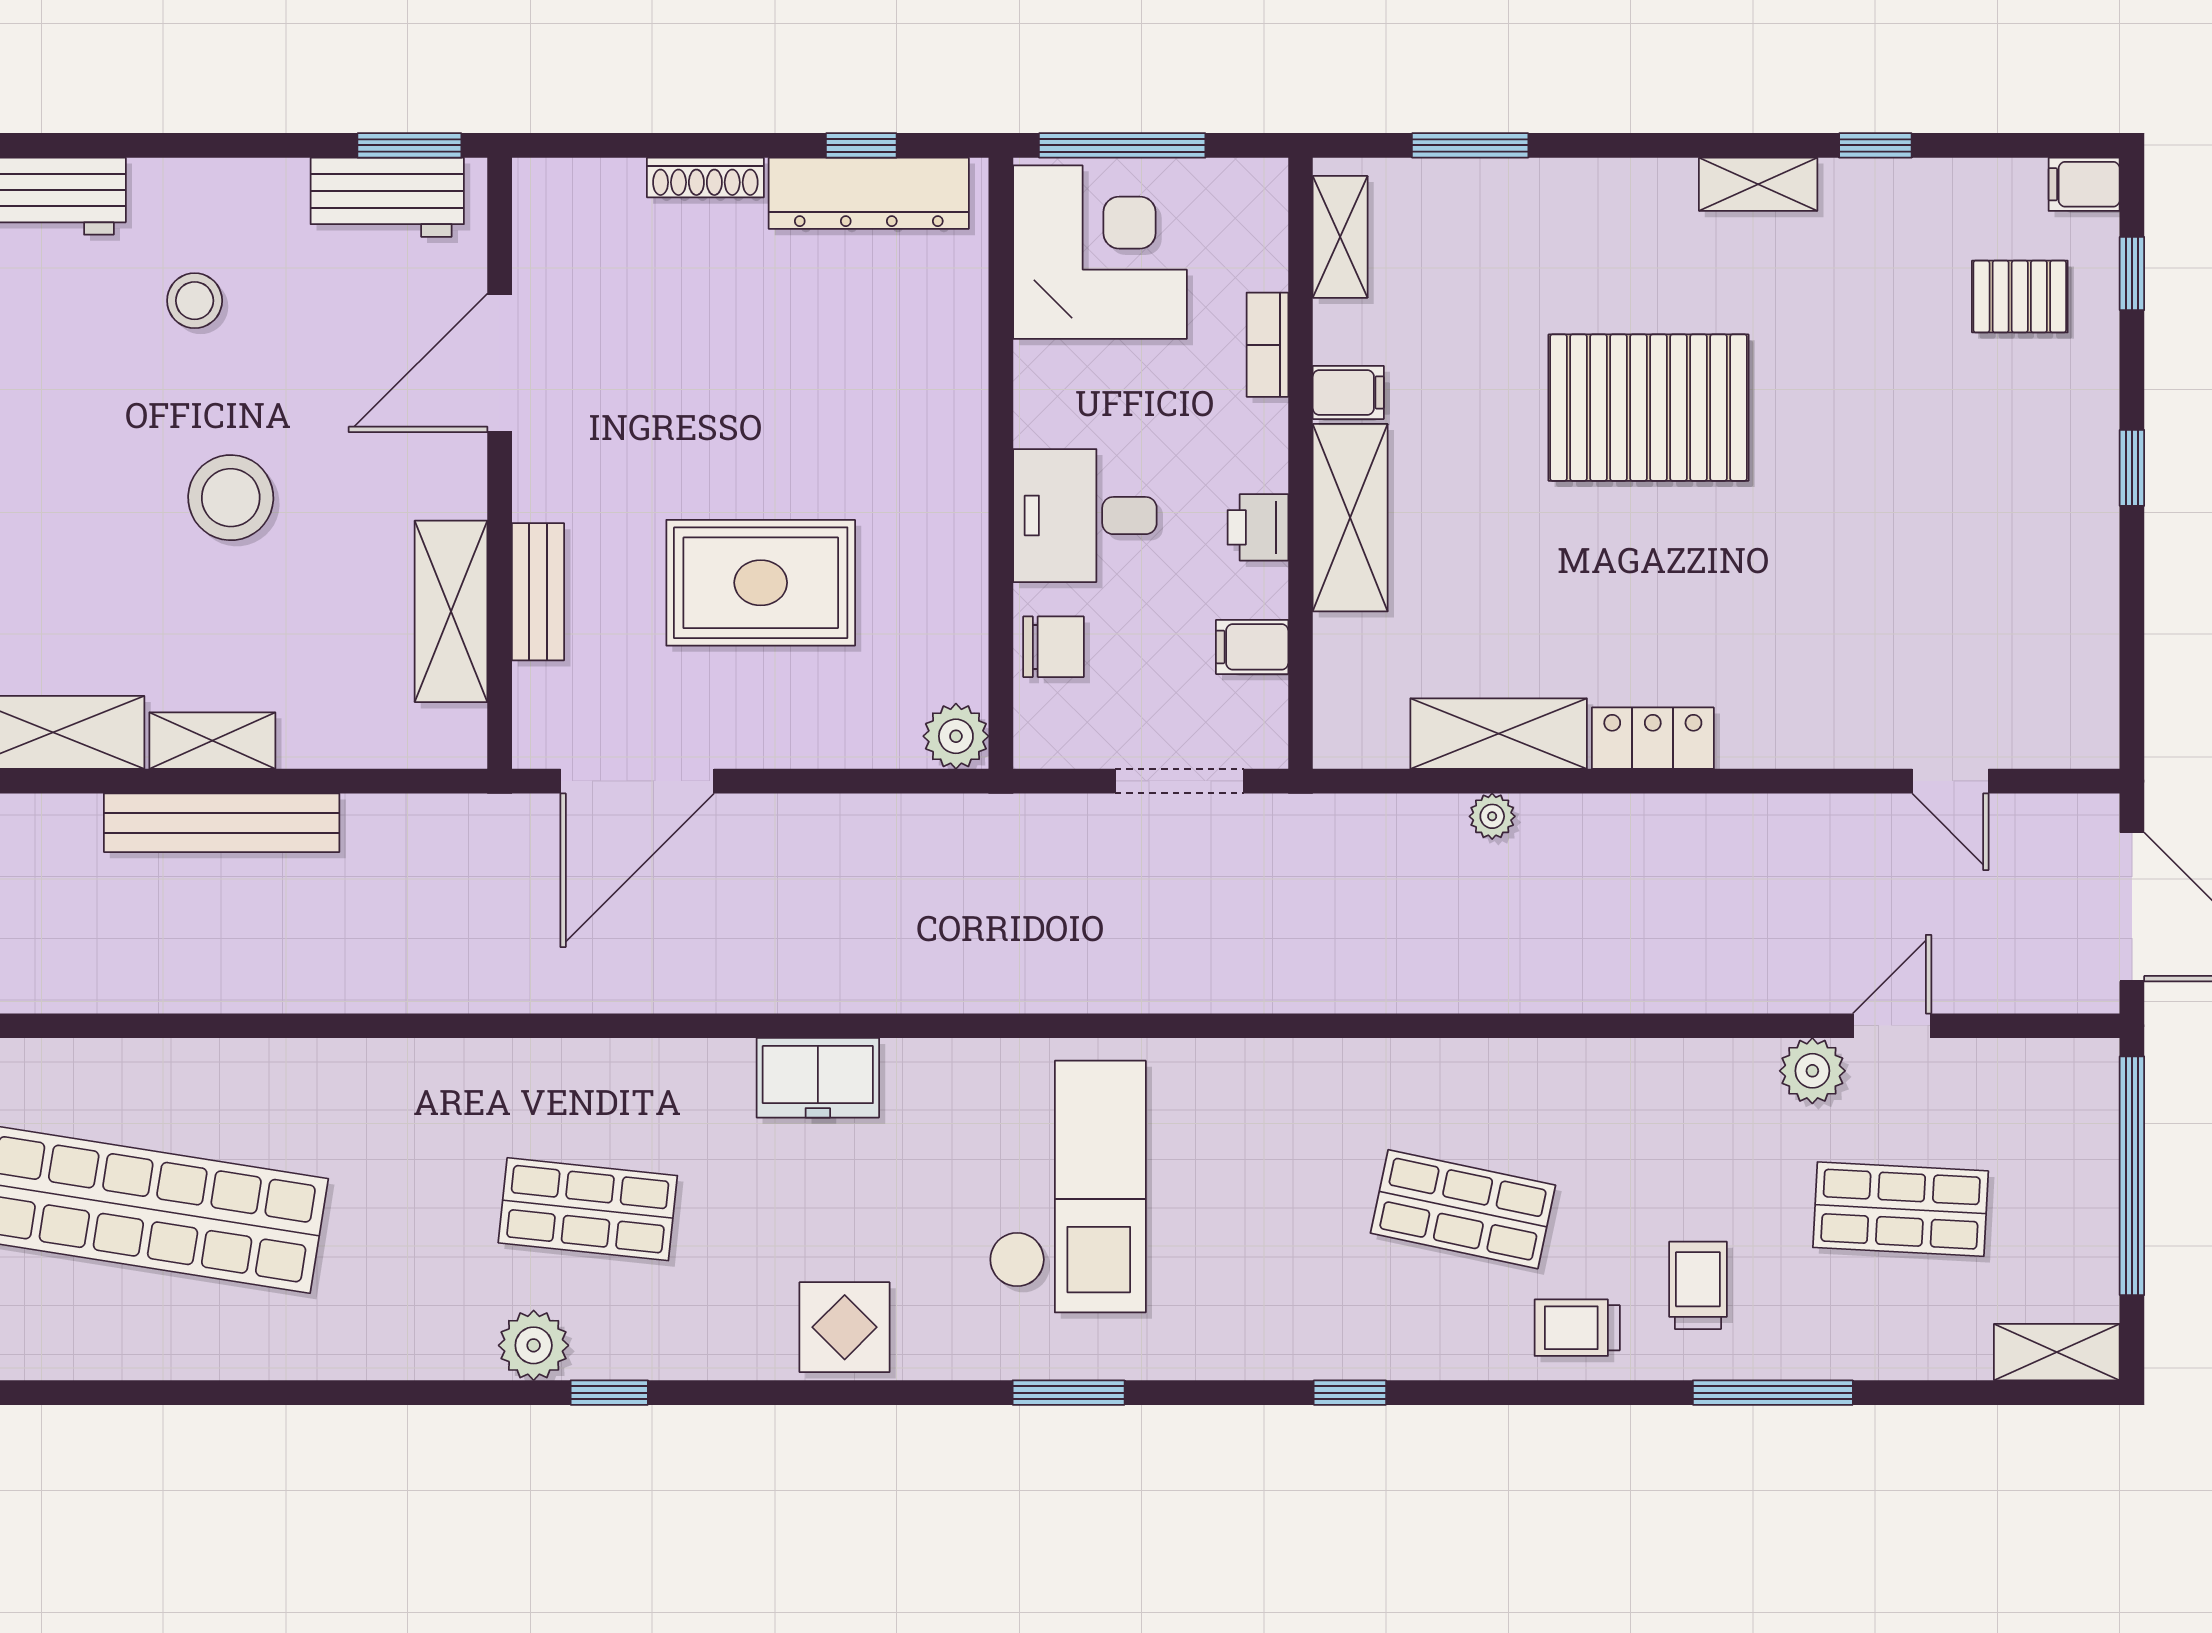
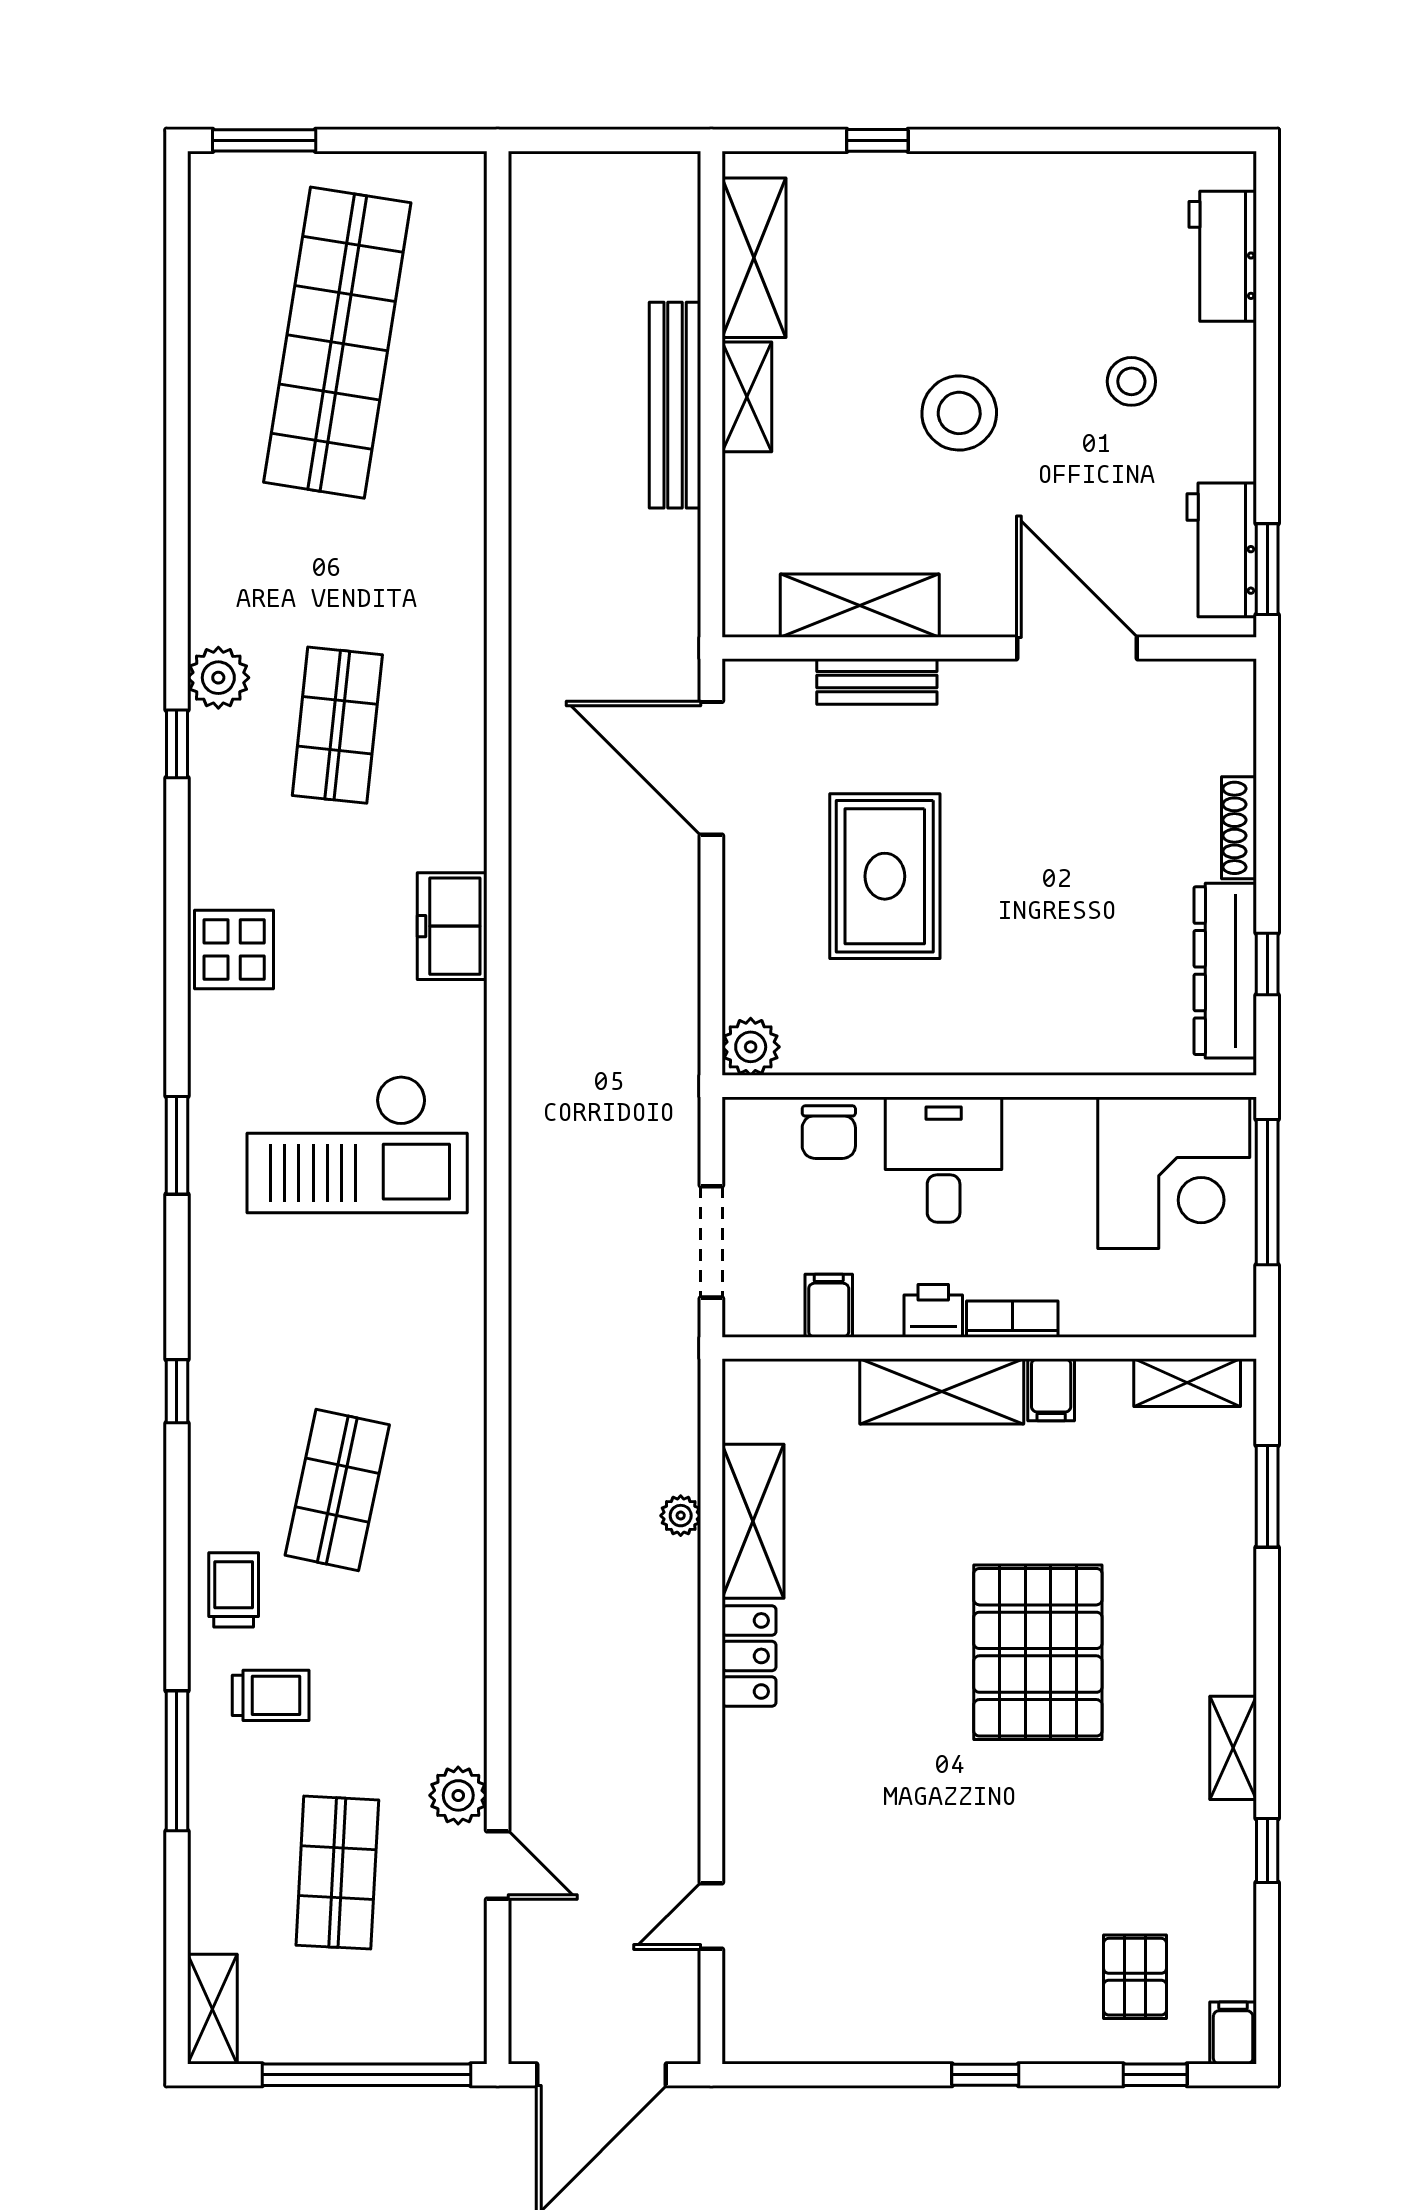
bookcase: (1267, 345) -> (1012, 1319), moved

